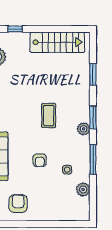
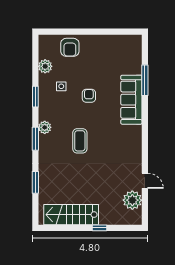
window: (15, 29) -> (99, 228), moved
window: (93, 159) -> (35, 97), width x0.69
armchair: (18, 204) -> (70, 47), moved

